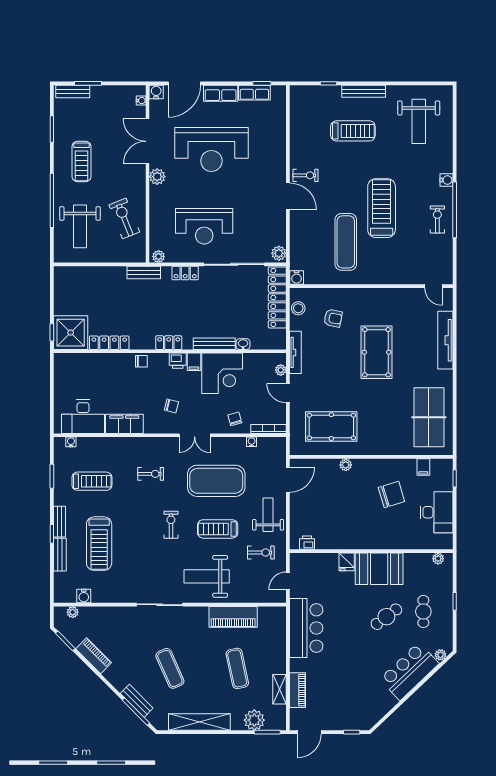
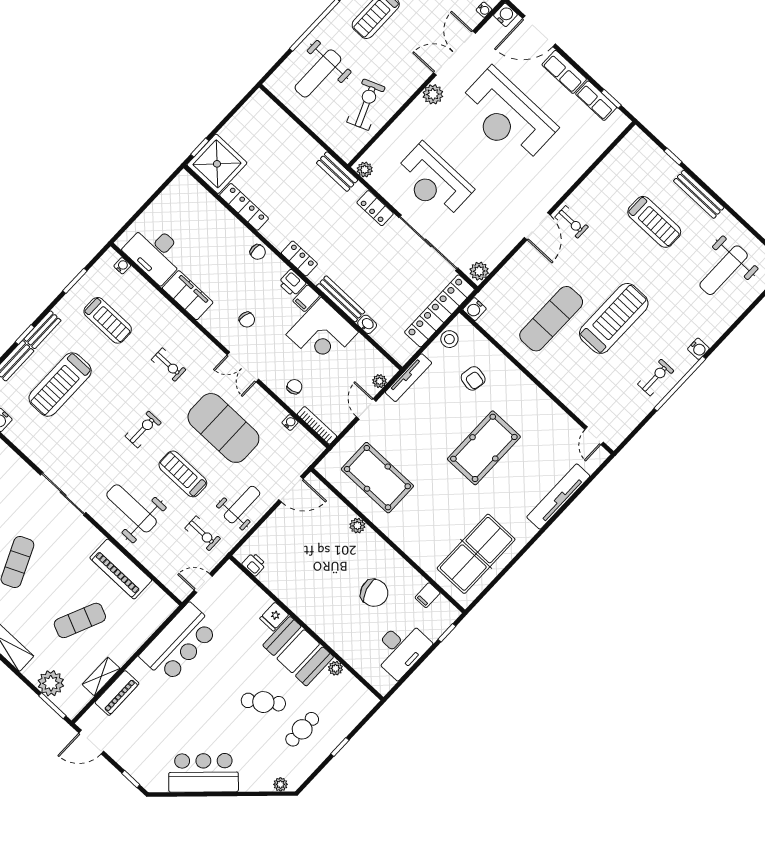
plant: (438, 559) -> (335, 668), moved
exercise mat: (237, 668) -> (80, 620), turned 36
bar counter: (409, 671) -> (203, 773), moved

